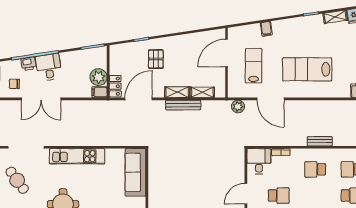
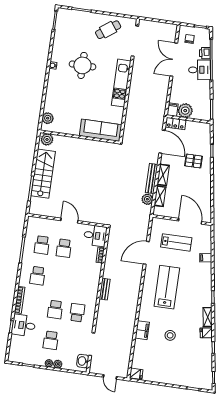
plant: (238, 107) -> (147, 199), moved
school desk: (315, 169) -> (82, 282), removed

